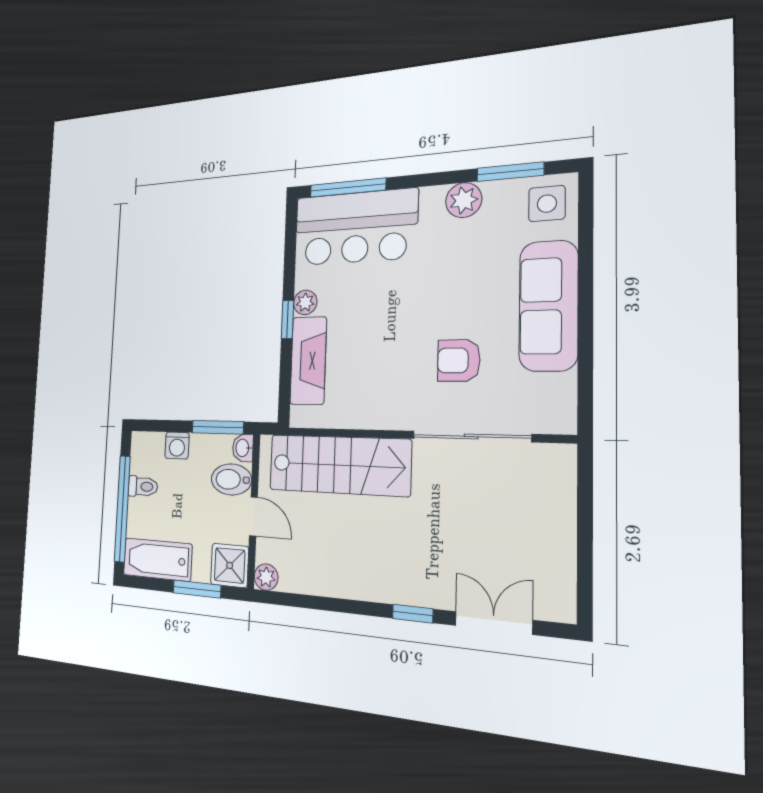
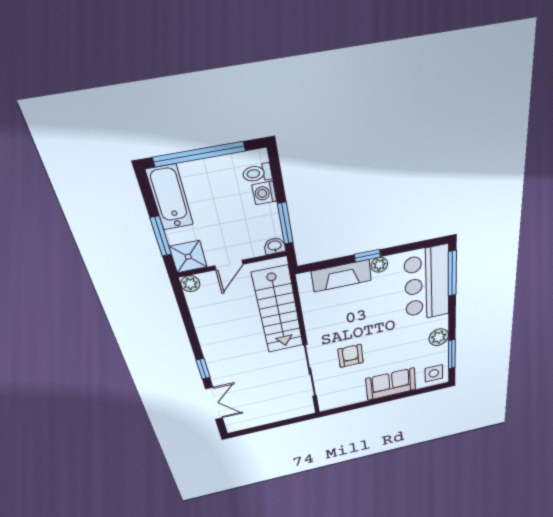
sofa: (548, 306) -> (391, 384), width x0.73
bidet: (231, 479) -> (250, 243), removed
toilet: (143, 486) -> (257, 173), moved, turned 90

